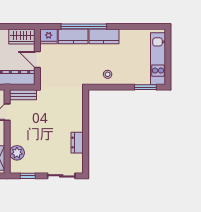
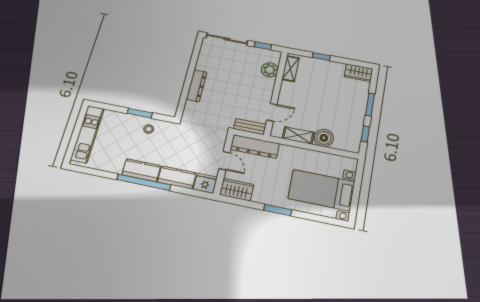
window: (84, 26) -> (144, 182), moved
window: (145, 87) -> (140, 113), moved
dresser: (77, 143) -> (197, 86), moved, width x1.44
sliding door: (61, 176) -> (227, 39), width x1.37

